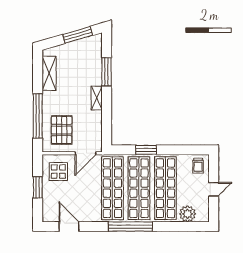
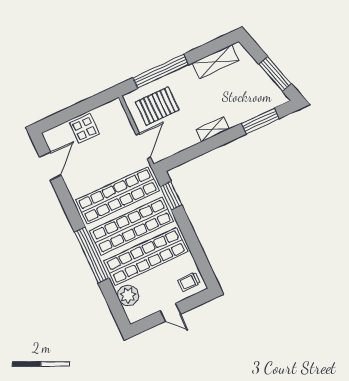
window: (107, 72) -> (260, 121), moved
window: (146, 150) -> (171, 195), moved
door: (86, 153) -> (143, 146), swing flipped
display table: (58, 172) -> (84, 128), moved
window: (38, 187) -> (79, 109), removed
window: (130, 227) -> (92, 255), moved

